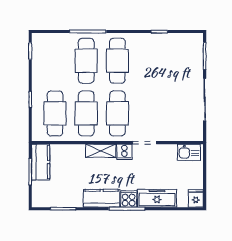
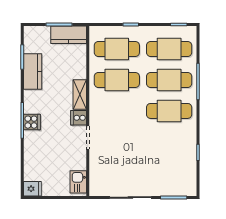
cafe table: (117, 113) -> (169, 49), moved
kitchen counter: (102, 198) -> (33, 72), moved
freezer: (157, 198) -> (33, 150), removed

